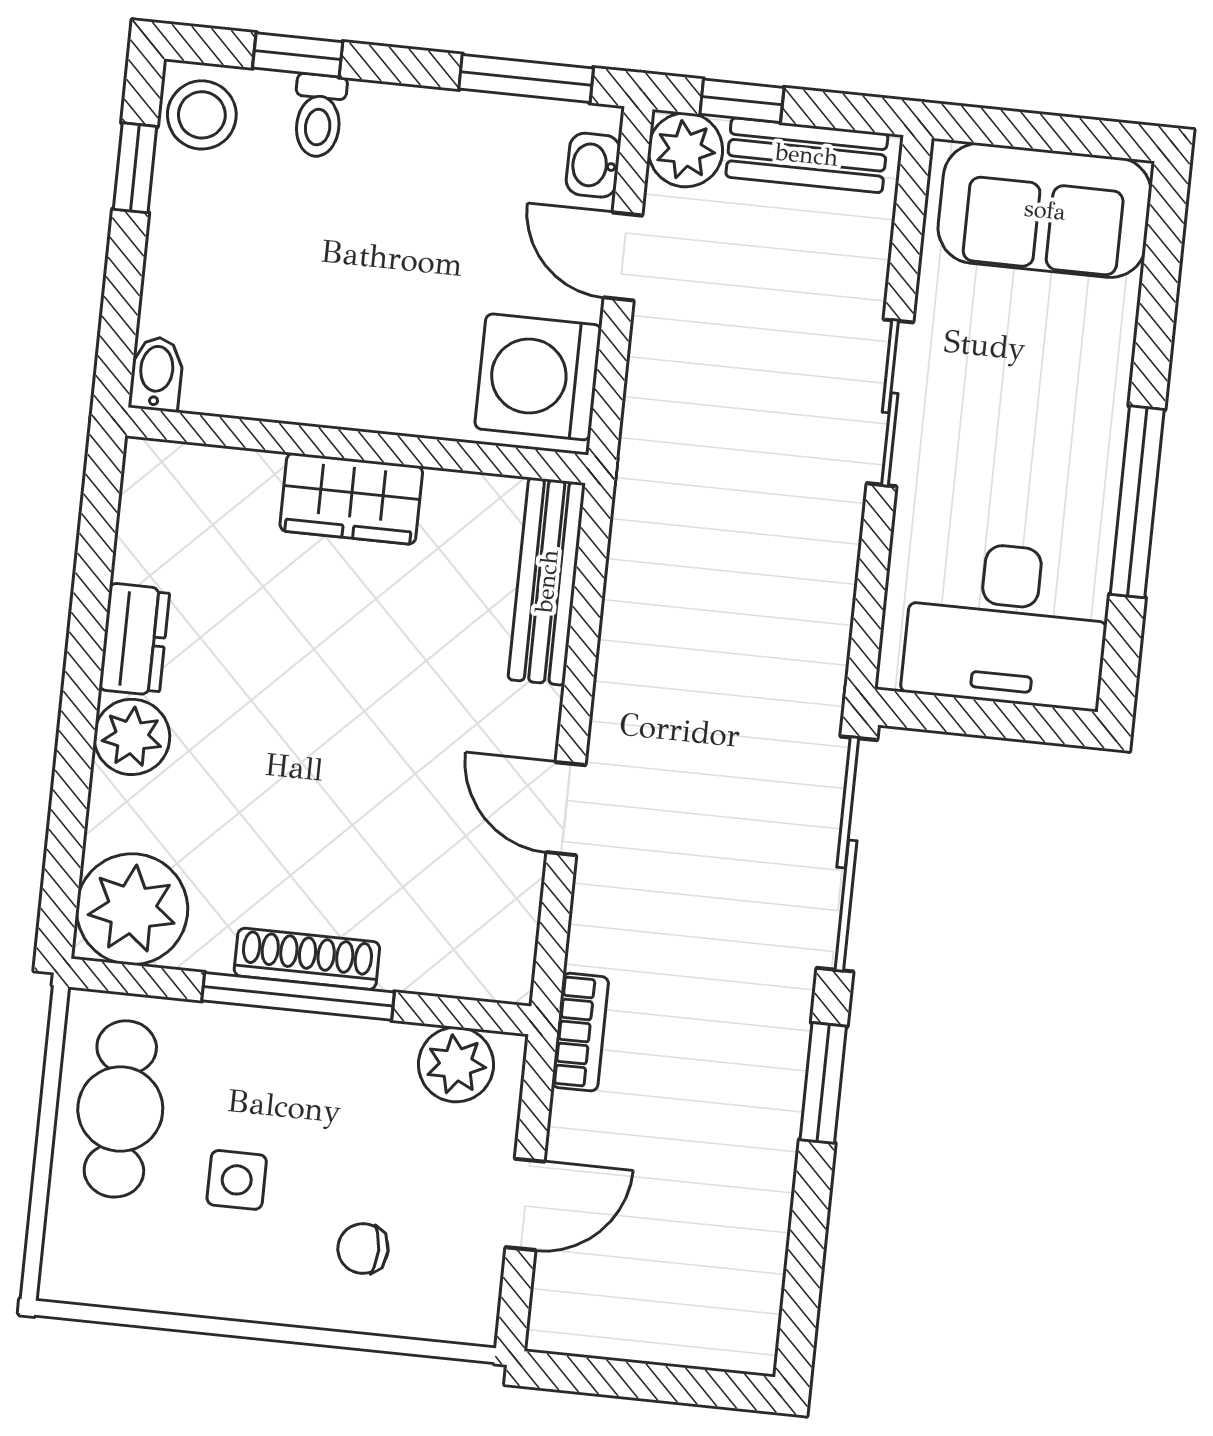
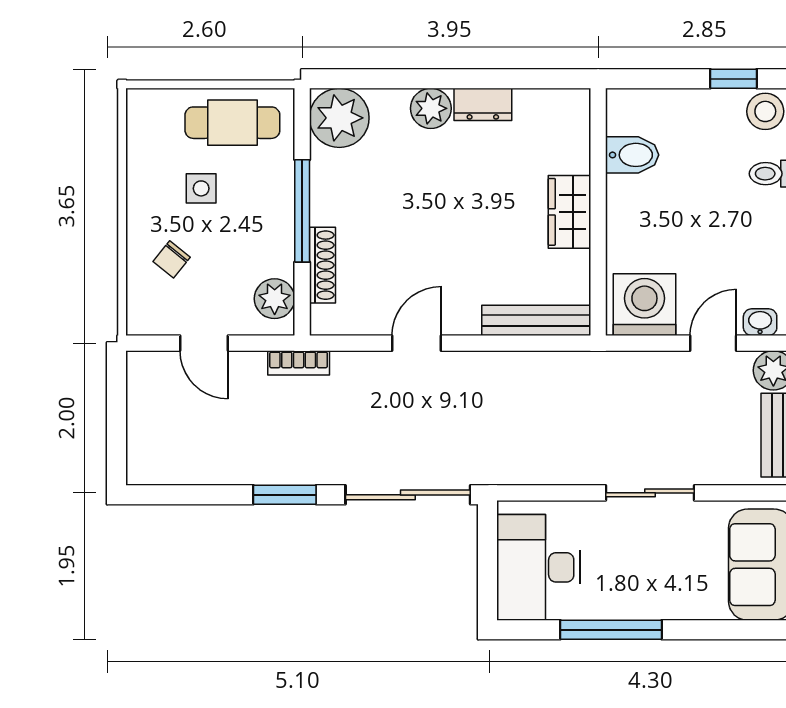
bidet: (156, 374) -> (632, 155), moved, width x1.38, depth x1.36
shoe rack: (307, 959) -> (322, 265), moved
chair: (363, 1249) -> (172, 259), turned -141

